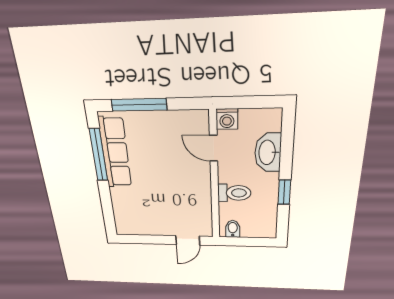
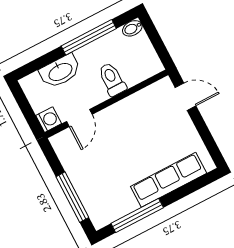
row of seats: (115, 153) -> (169, 180), moved
window: (284, 192) -> (89, 37), width x2.17
bidet: (233, 229) -> (132, 28), moved

